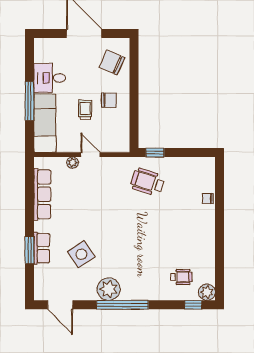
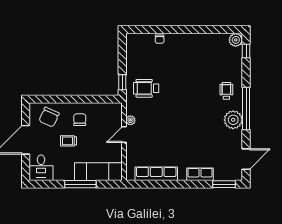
desk: (50, 78) -> (41, 168), moved
trolley: (85, 110) -> (69, 141), moved
plant: (72, 163) -> (130, 120), moved
wheelchair: (147, 182) -> (146, 88), turned 72
window: (30, 250) -> (224, 184), moved
side table: (81, 254) -> (205, 142), removed
wheelchair: (181, 277) -> (226, 91), moved

